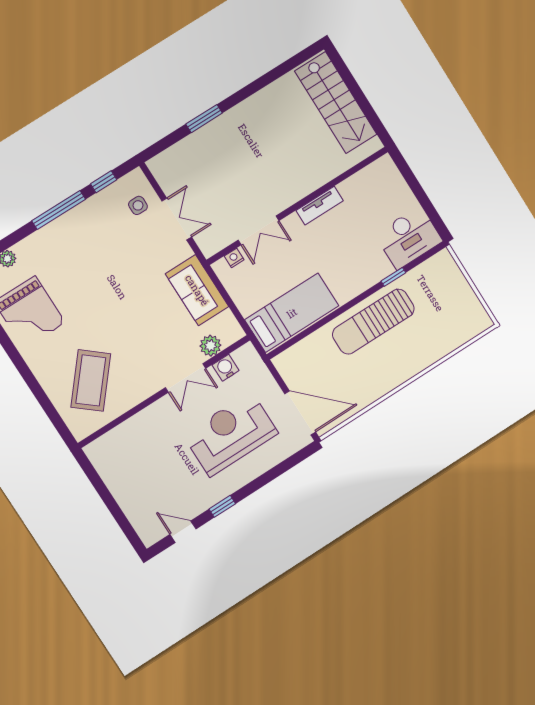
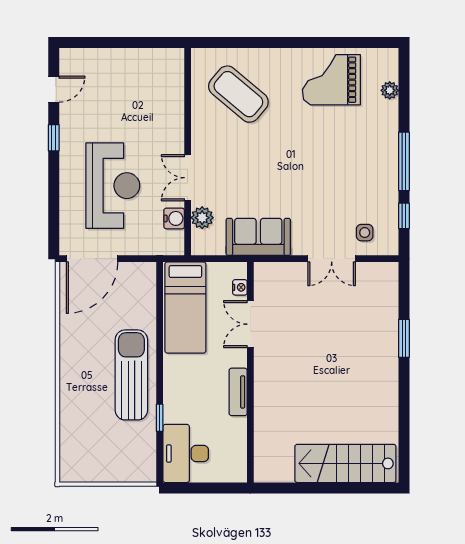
wall: (297, 206) -> (250, 372), moved
tv unit: (320, 206) -> (238, 392), moved
double door: (258, 230) -> (250, 324), moved
nightstand: (234, 258) -> (240, 287), moved

